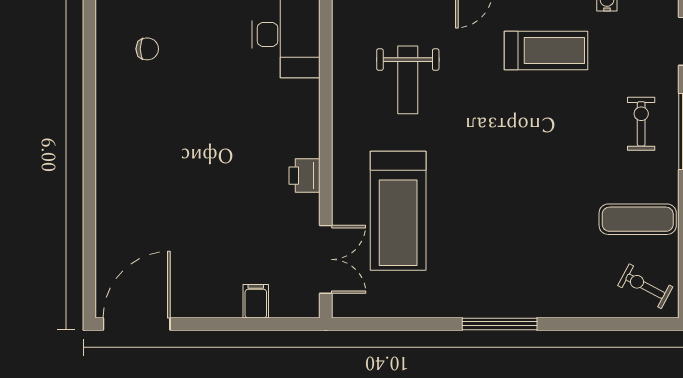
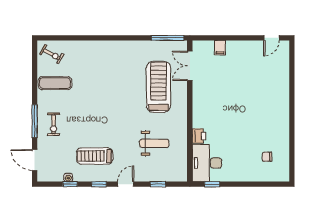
weight bench: (408, 80) -> (154, 143), turned 90
printer: (305, 176) -> (199, 136), moved
door: (137, 324) -> (272, 38), width x0.53
window: (500, 324) -> (168, 38), moved

